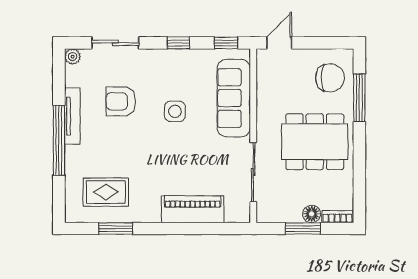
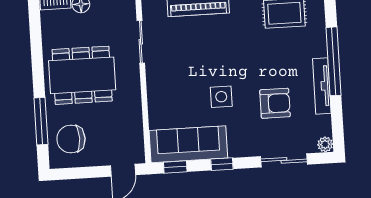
sofa: (234, 98) -> (188, 144), moved, turned -90
sliding door: (253, 172) -> (141, 42), width x0.73

